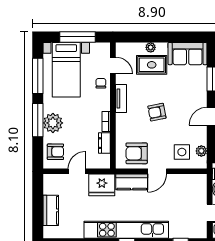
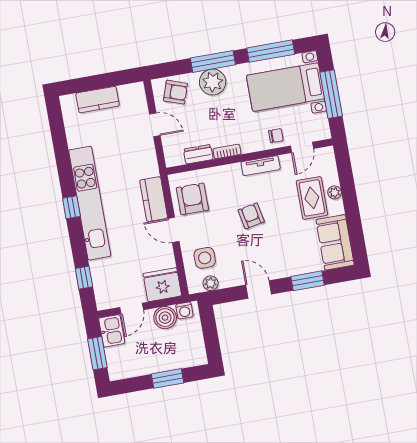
armchair: (55, 152) -> (175, 92), turned -71
fridge: (102, 185) -> (162, 285), moved, turned 90

